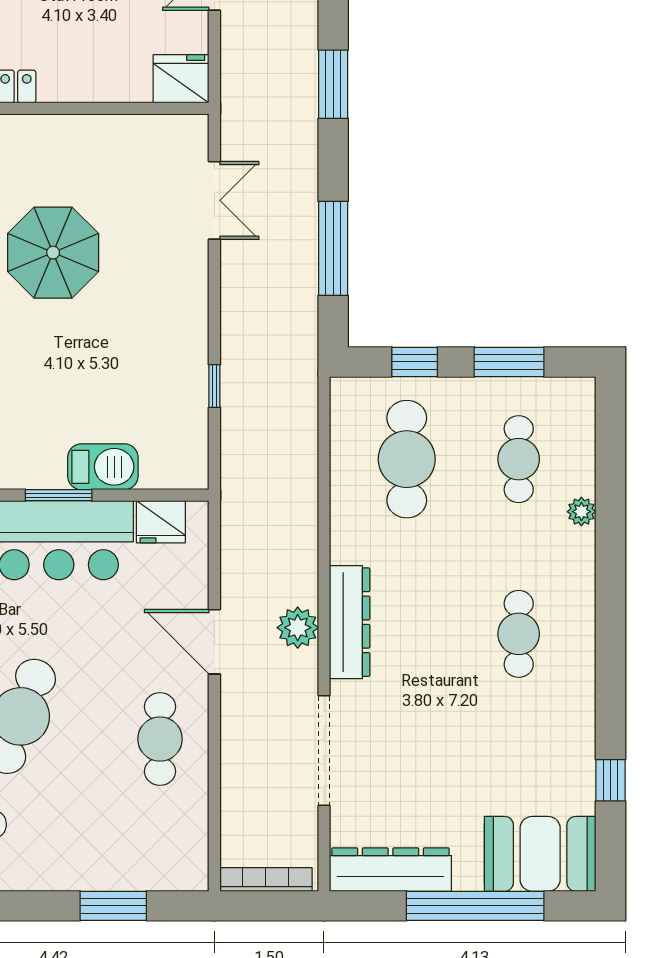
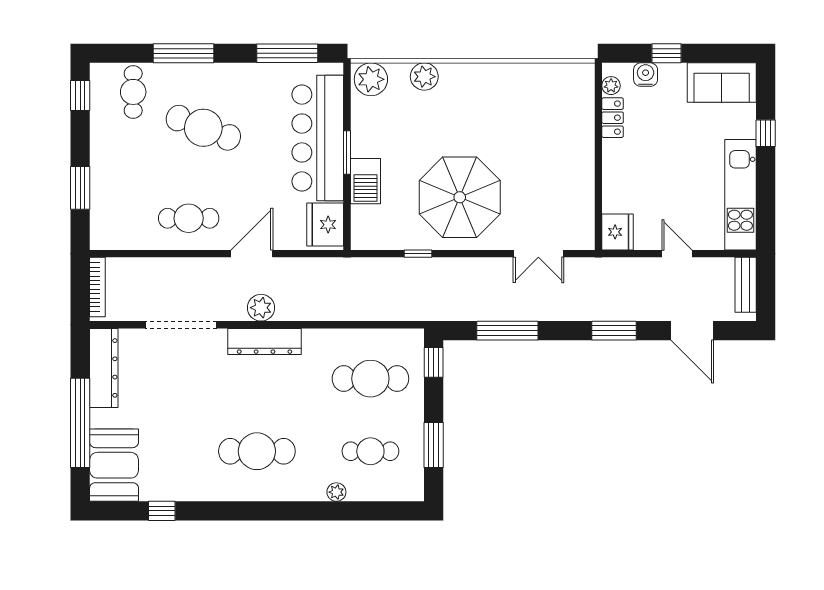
parasol: (53, 253) -> (460, 197), moved, width x1.36, depth x1.36
window: (415, 362) -> (434, 362), moved
fridge: (161, 522) -> (325, 225), width x1.36, depth x1.34
cafe table: (519, 634) -> (257, 451), width x1.37, depth x1.35

